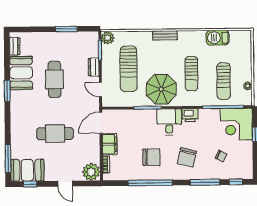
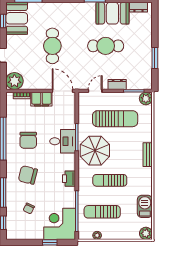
plant: (245, 36) -> (146, 233), added
sun lounger: (129, 69) -> (115, 119), turned 180
desk: (169, 122) -> (63, 141), moved

